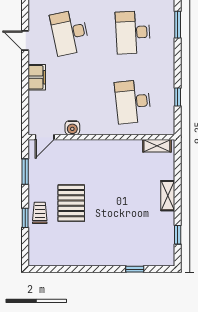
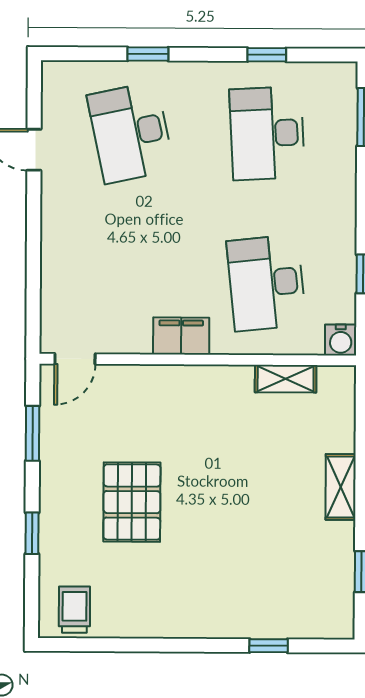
filing cabinet: (37, 77) -> (181, 336), moved, turned -90
water cooler: (72, 128) -> (341, 340), moved
shelving: (157, 146) -> (286, 379), moved
trolley: (40, 213) -> (74, 610), moved

